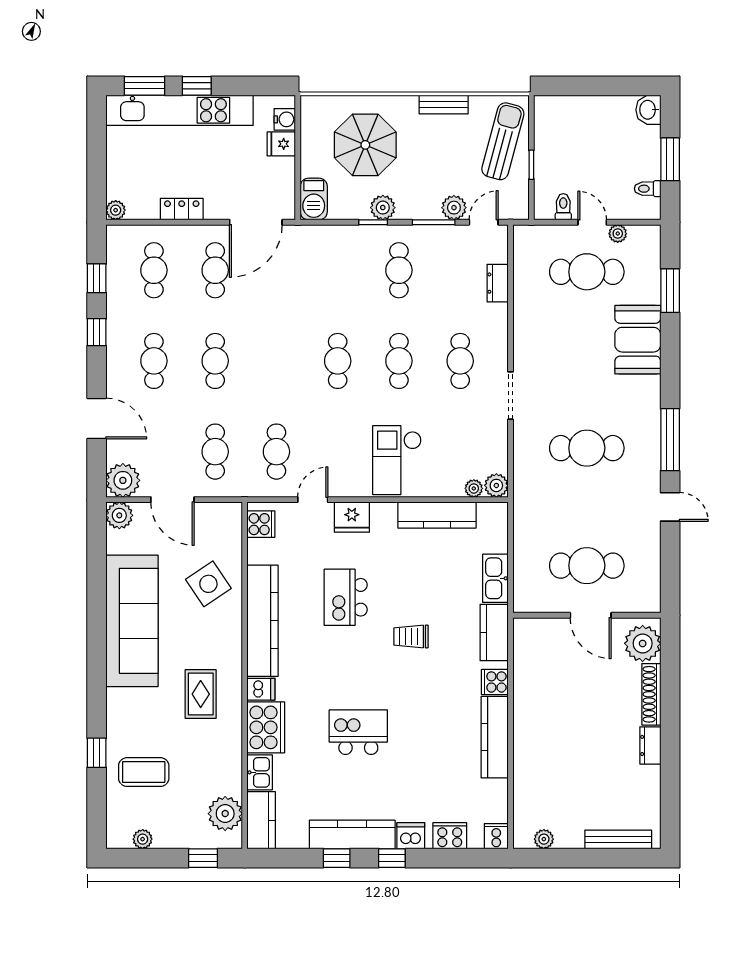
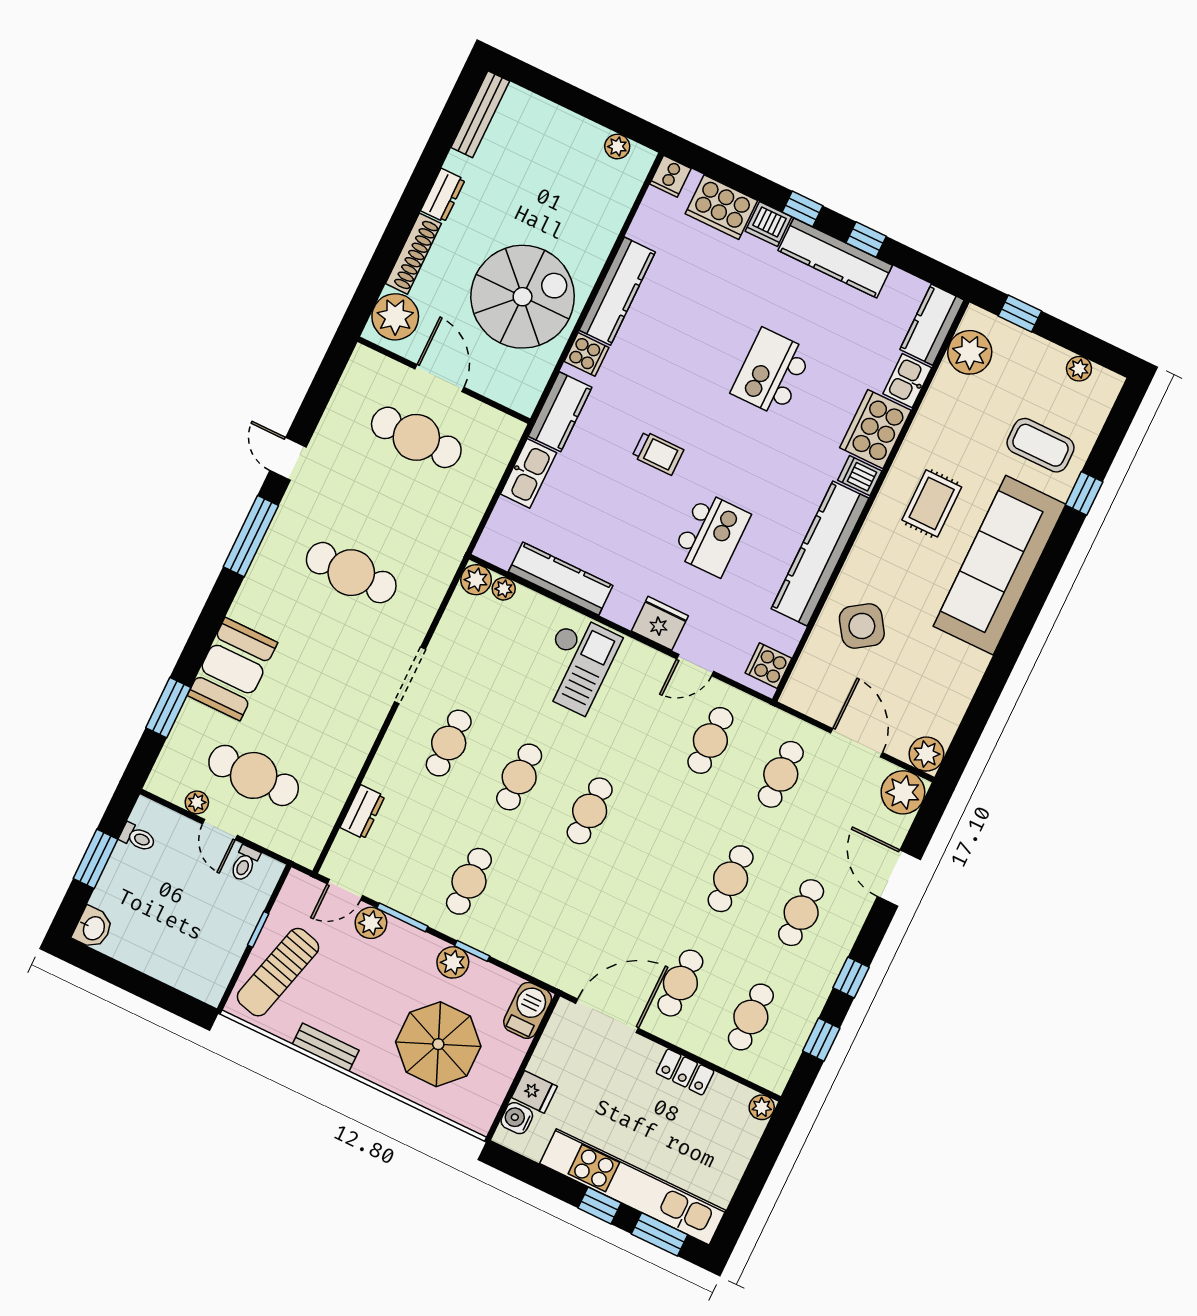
sofa: (132, 621) -> (999, 565), moved
spiral stairs: (560, 701) -> (523, 297), added
kitchen island: (358, 732) -> (771, 372), turned 90
cooker: (450, 836) -> (721, 207), width x1.37, depth x1.31
bench: (618, 839) -> (480, 114), moved, turned 90

